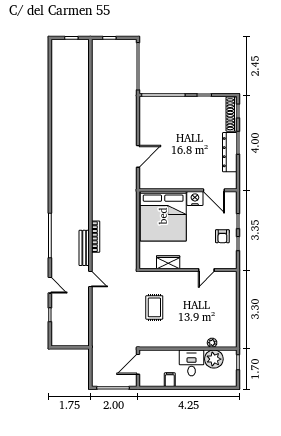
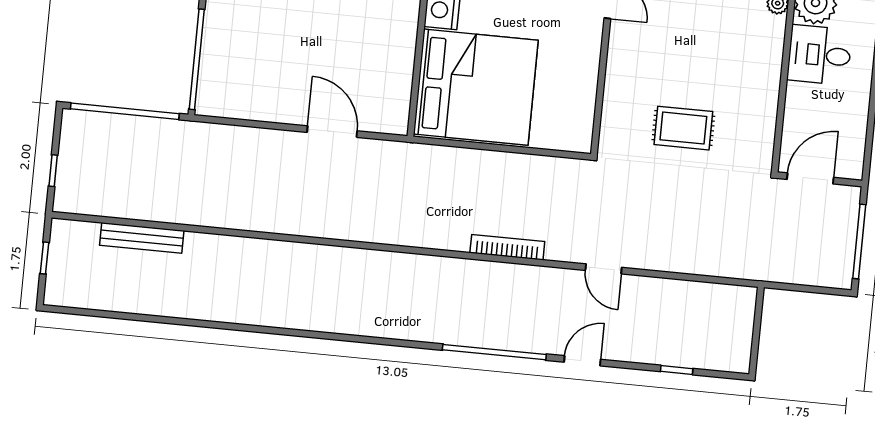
bench: (84, 248) -> (142, 238), moved
wardrobe: (168, 262) -> (582, 86), removed
door: (90, 279) -> (604, 269), swing flipped
door: (50, 285) -> (582, 361), moved
door: (138, 364) -> (810, 178), swing flipped
filing cabinet: (170, 380) -> (853, 109), removed

